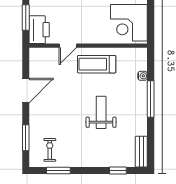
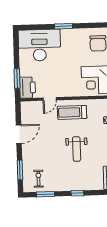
weight bench: (101, 112) -> (77, 149), turned 180
window: (118, 171) -> (77, 193), moved

